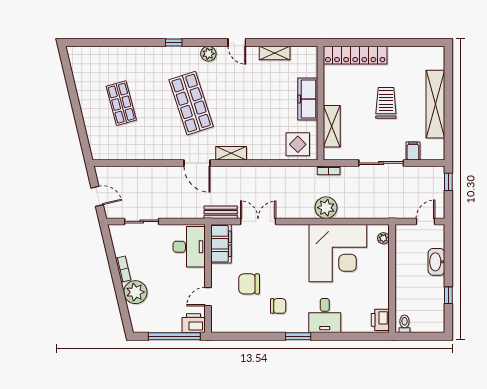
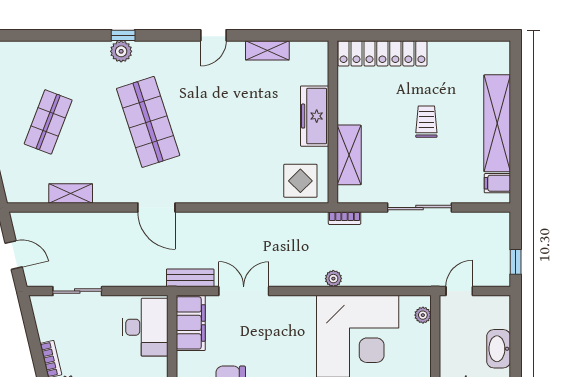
door: (237, 42) -> (213, 35), hinge flipped
plant: (208, 54) -> (121, 51), moved
shop shelf: (121, 103) -> (48, 122), turned 36
trolley: (386, 103) -> (426, 122), width x0.73, depth x0.72
filing cabinet: (413, 151) -> (497, 183), moved, turned -90
shelving: (231, 153) -> (71, 194), moved
window: (448, 182) -> (516, 262), moved
plant: (326, 208) -> (333, 279), width x0.53, depth x0.53
door: (425, 221) -> (459, 291), moved

